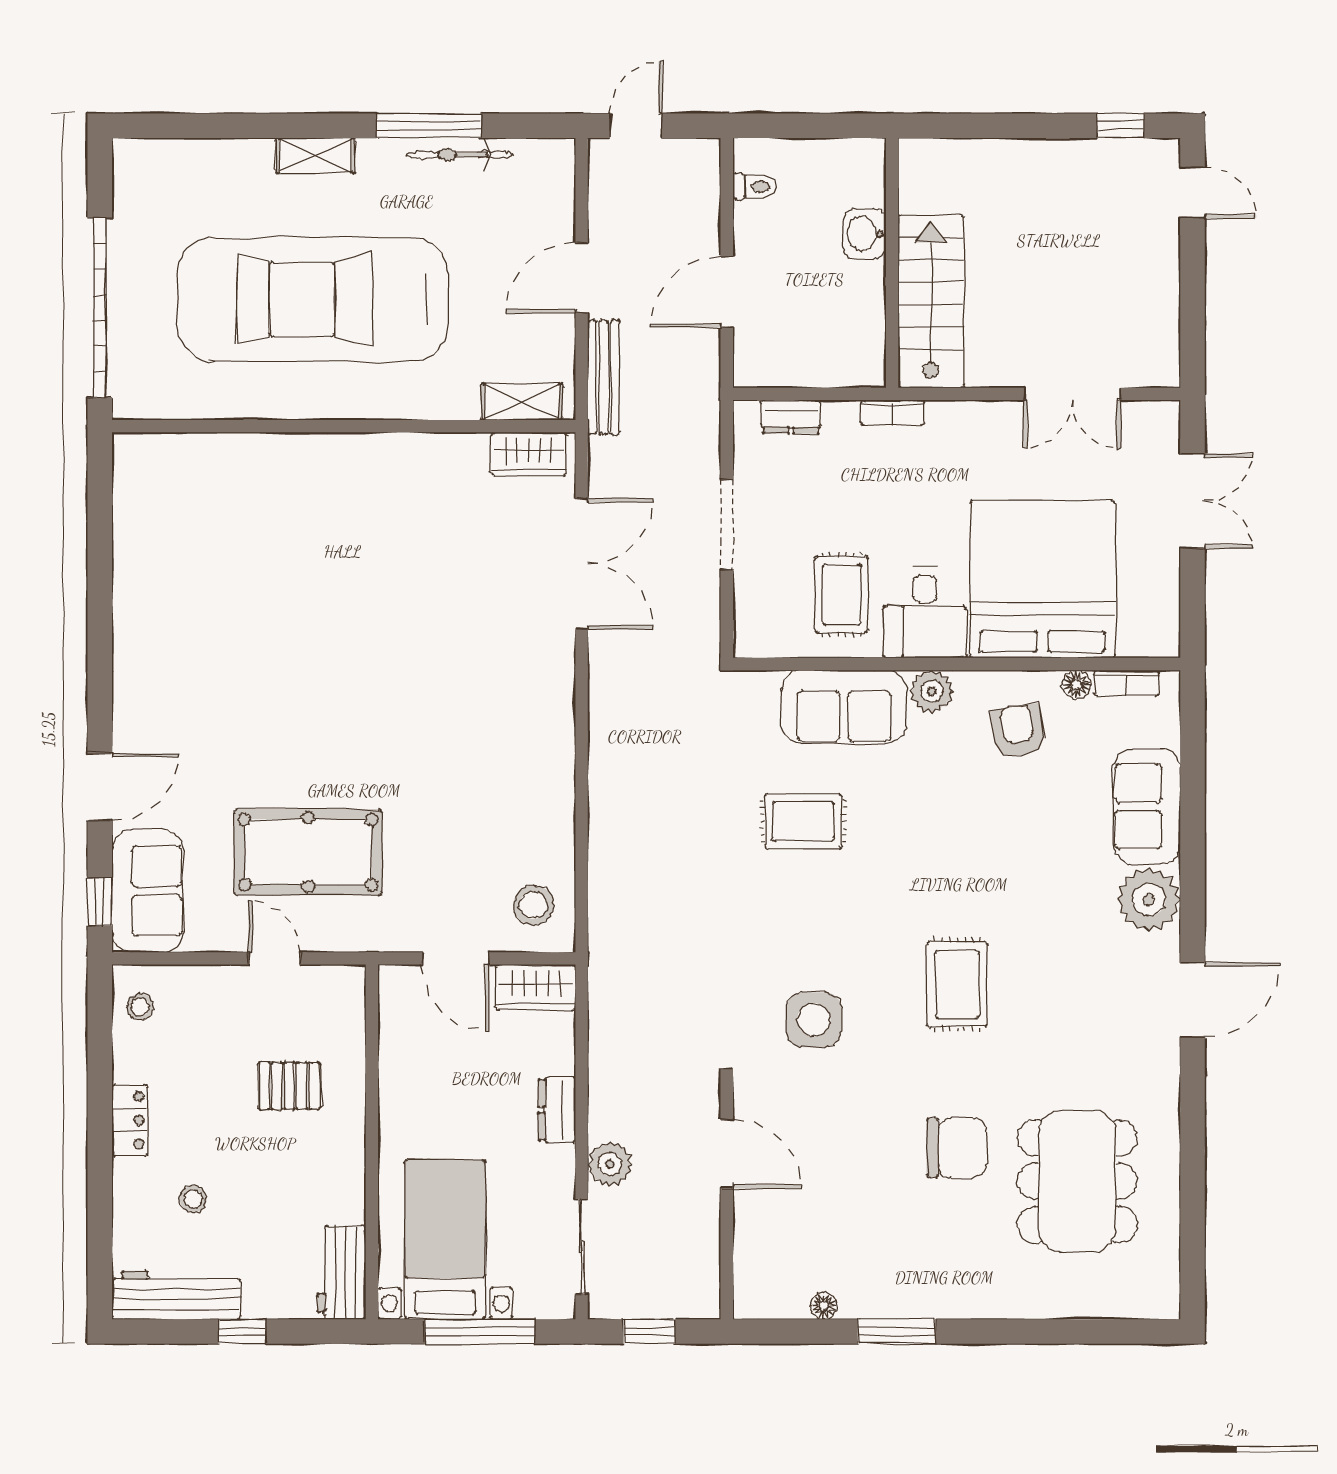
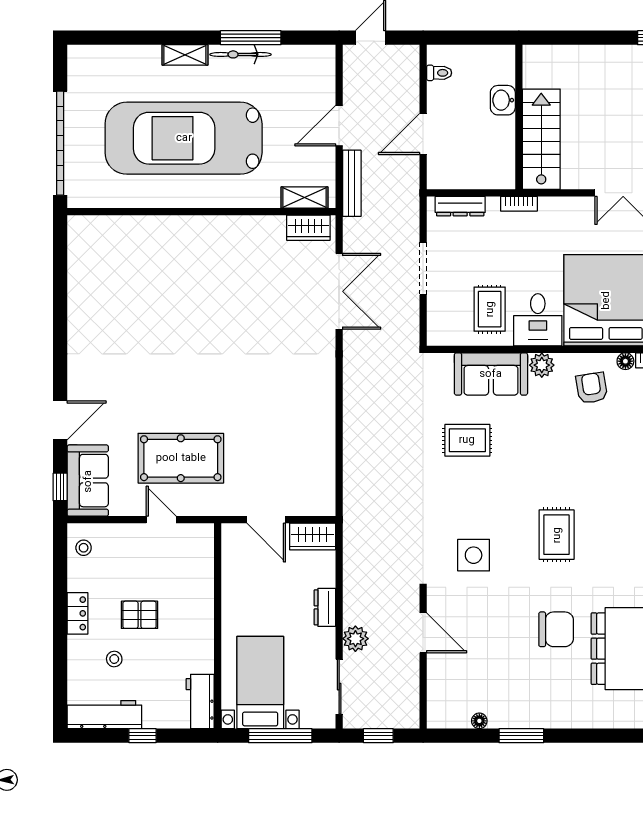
bicycle: (460, 155) -> (240, 54), moved
dresser: (791, 417) -> (460, 206), width x1.44
stool: (533, 905) -> (311, 489), removed
pallet: (289, 1086) -> (140, 615), moved

